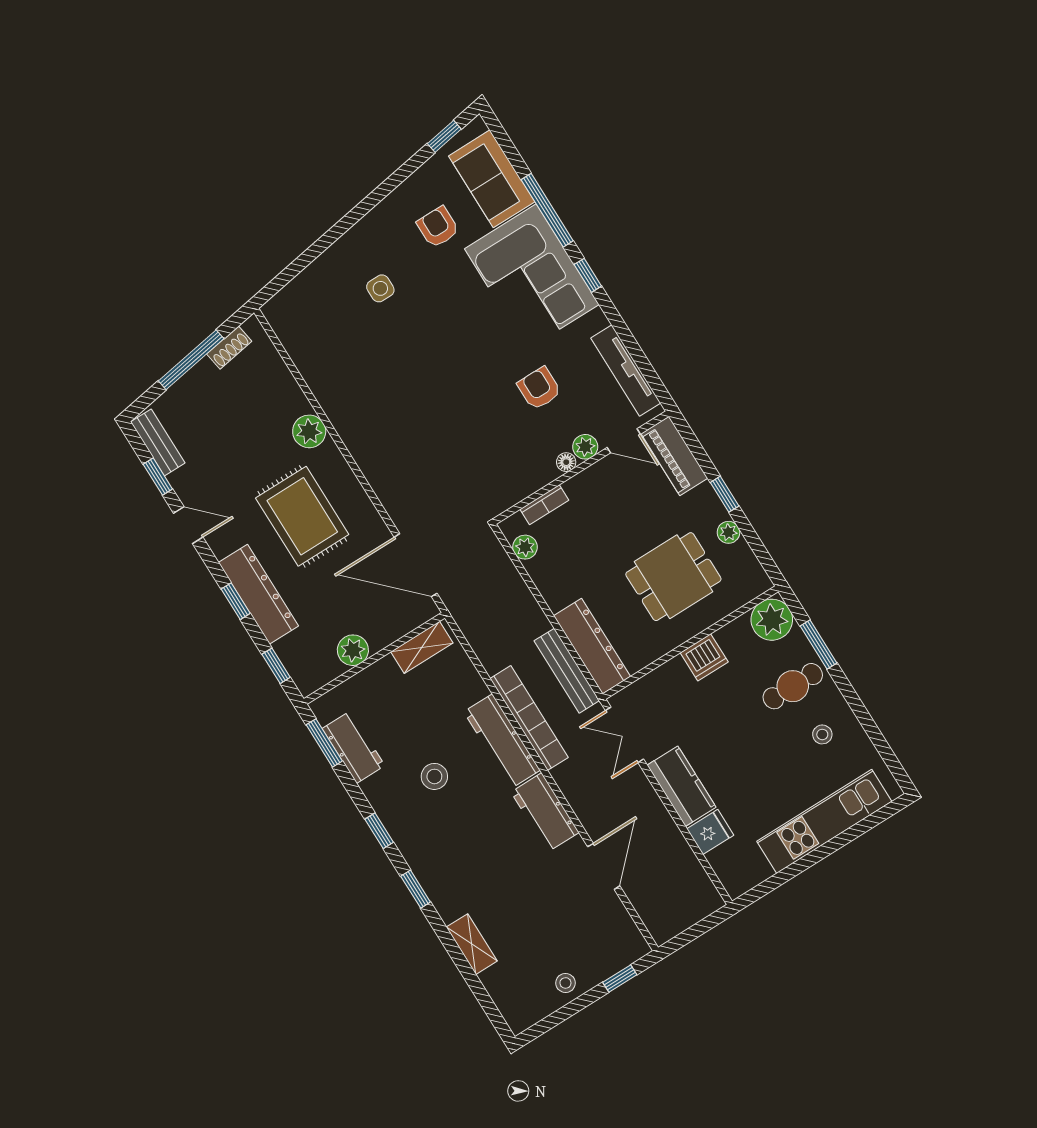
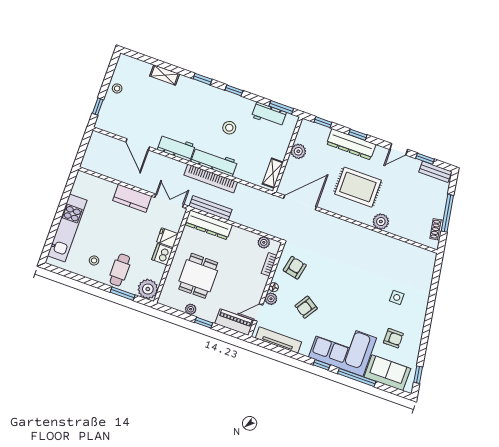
armchair: (539, 388) -> (306, 307), turned 123
armchair: (507, 467) -> (295, 268), added
fridge: (710, 832) -> (167, 238), moved, turned 90

